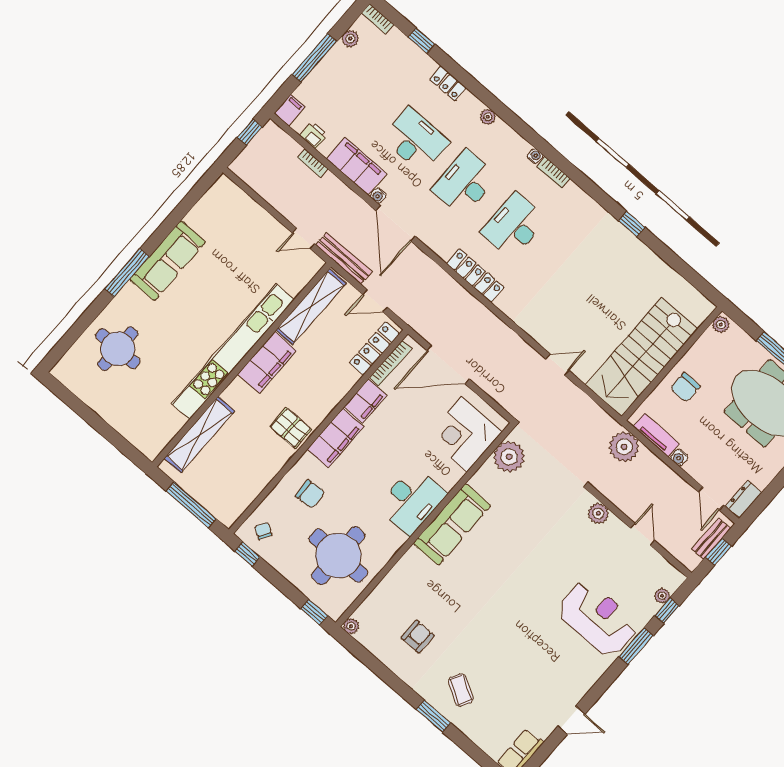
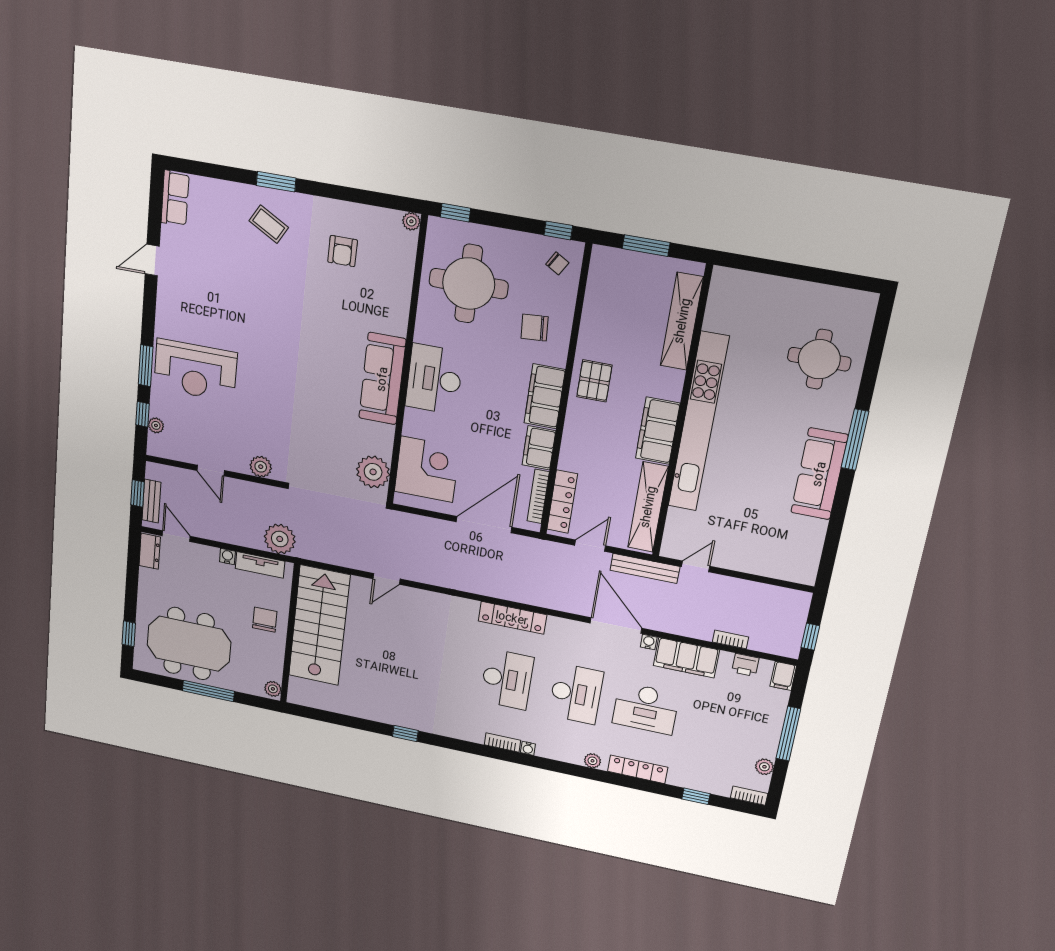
locker: (448, 84) -> (638, 769), width x1.53
pallet: (291, 428) -> (594, 381), turned 90
window: (191, 505) -> (646, 246), width x0.69

